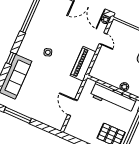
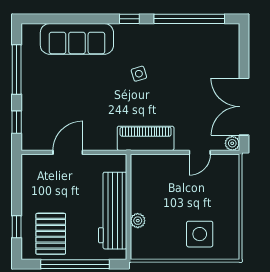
window: (11, 58) -> (129, 19), moved
window: (45, 127) -> (17, 122), added

